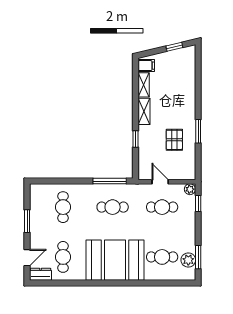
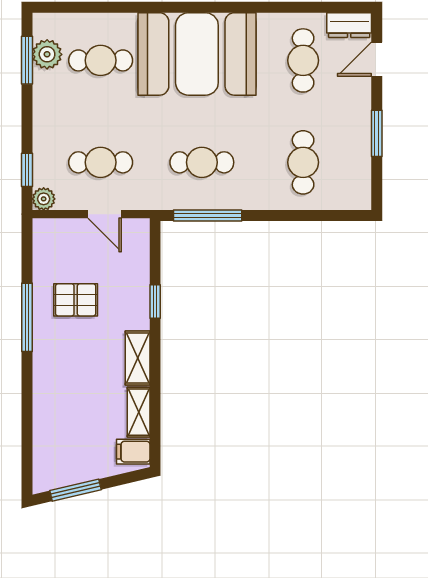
window: (174, 47) -> (75, 490), width x1.50
window: (198, 131) -> (27, 317), width x1.44
pallet: (174, 140) -> (76, 300), turned 90

